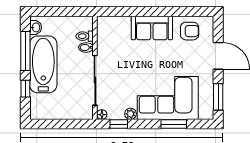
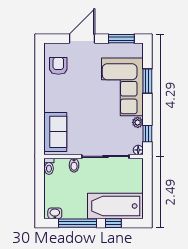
sofa: (152, 28) -> (55, 132), moved
toilet: (85, 36) -> (49, 166), moved
bathtub: (43, 64) -> (115, 206), moved

